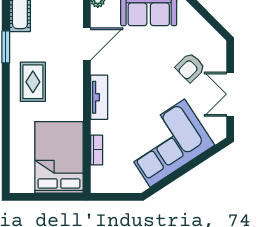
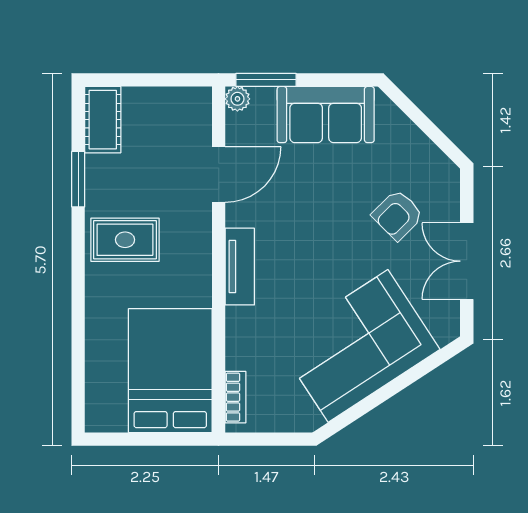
rug: (33, 82) -> (125, 240), turned 90
bookcase: (97, 150) -> (235, 397), moved

